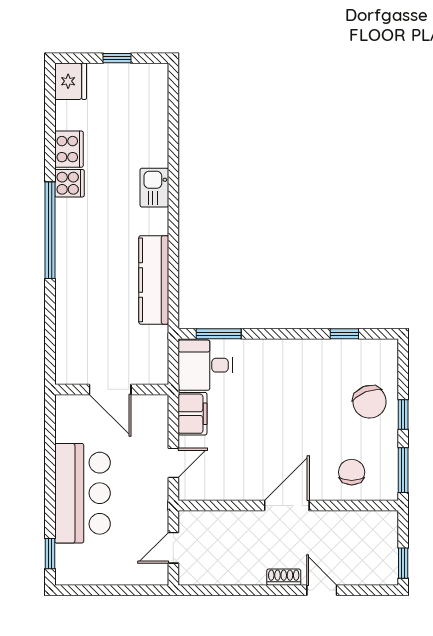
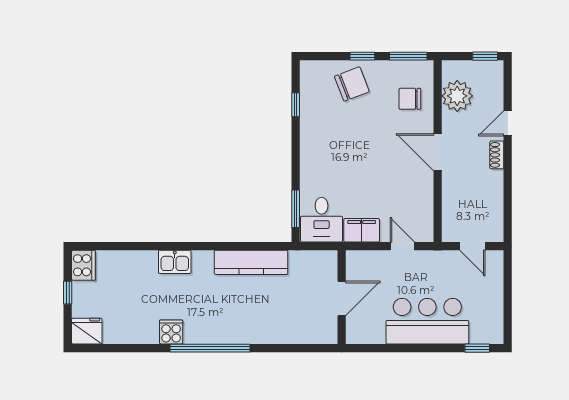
cooker: (69, 149) -> (83, 265), moved, turned 90
plant: (355, 529) -> (457, 96), added

